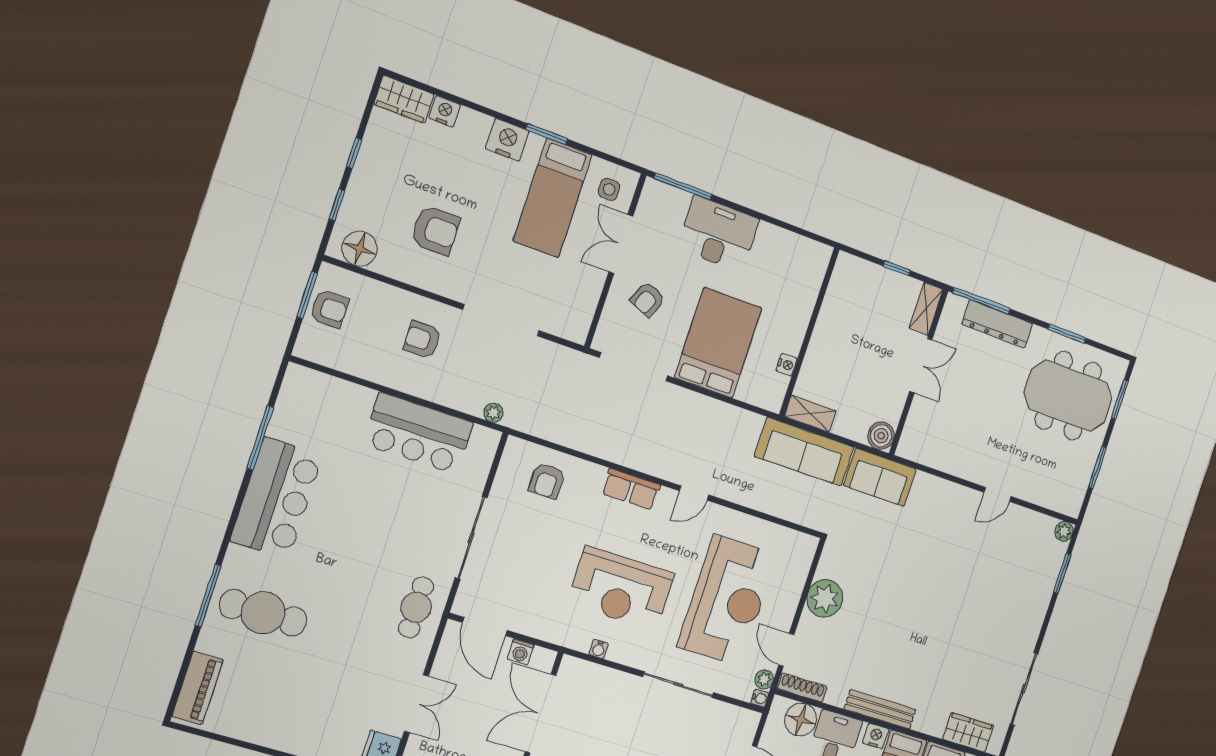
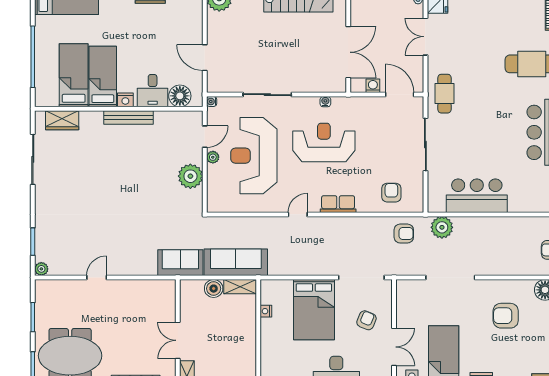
armchair: (422, 340) -> (404, 234), moved
plant: (493, 413) -> (442, 227), width x1.88, depth x1.88
boiler: (881, 436) -> (214, 289), moved
door: (786, 650) -> (205, 137), hinge flipped
plant: (764, 679) -> (213, 157), moved
shoe rack: (802, 688) -> (186, 116), removed

